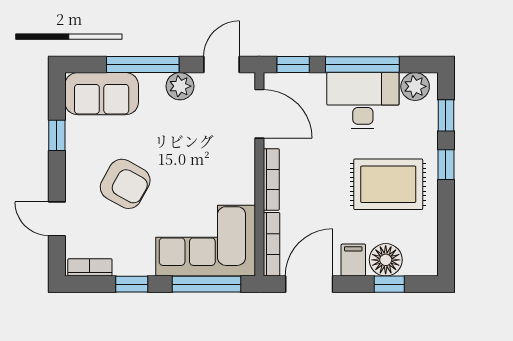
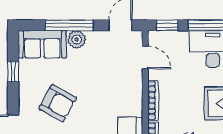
plant: (180, 86) -> (77, 39), moved
door: (259, 114) -> (145, 57), width x0.73

